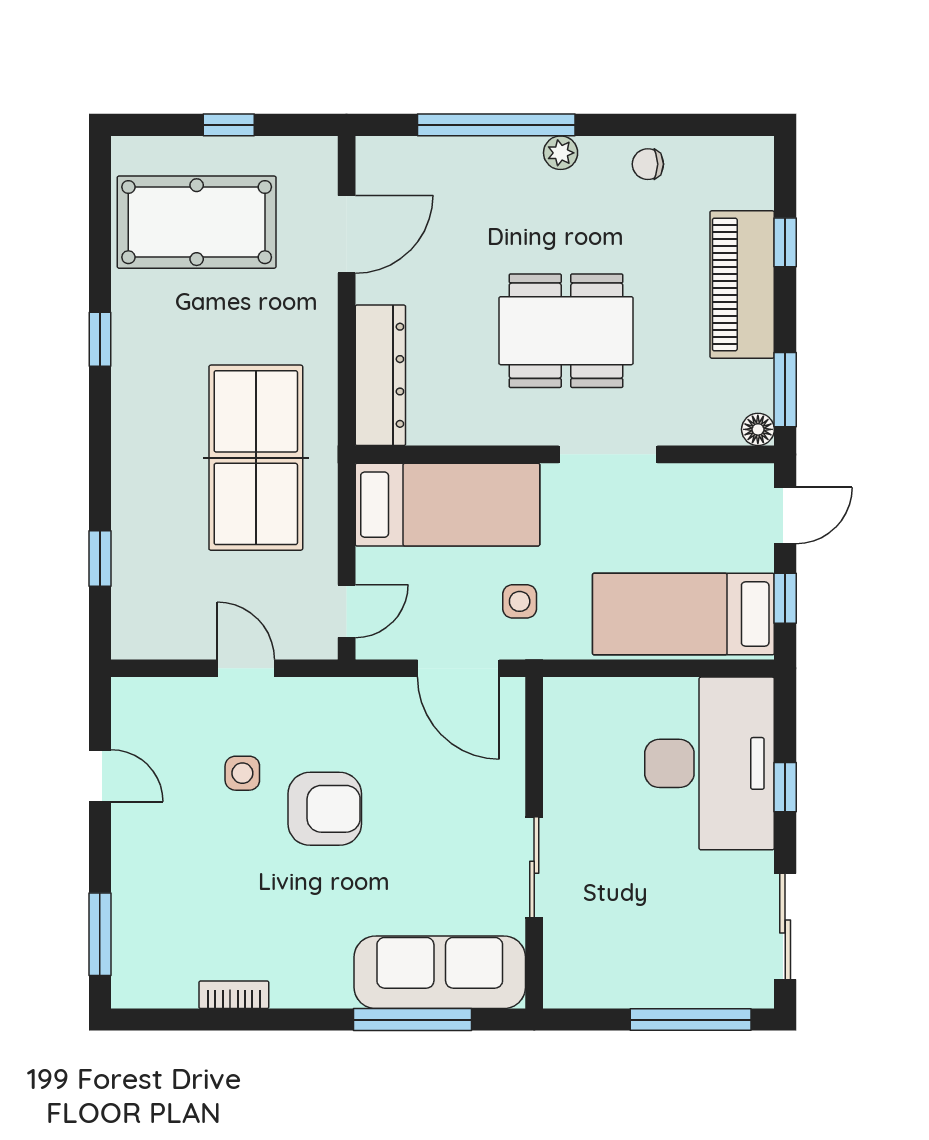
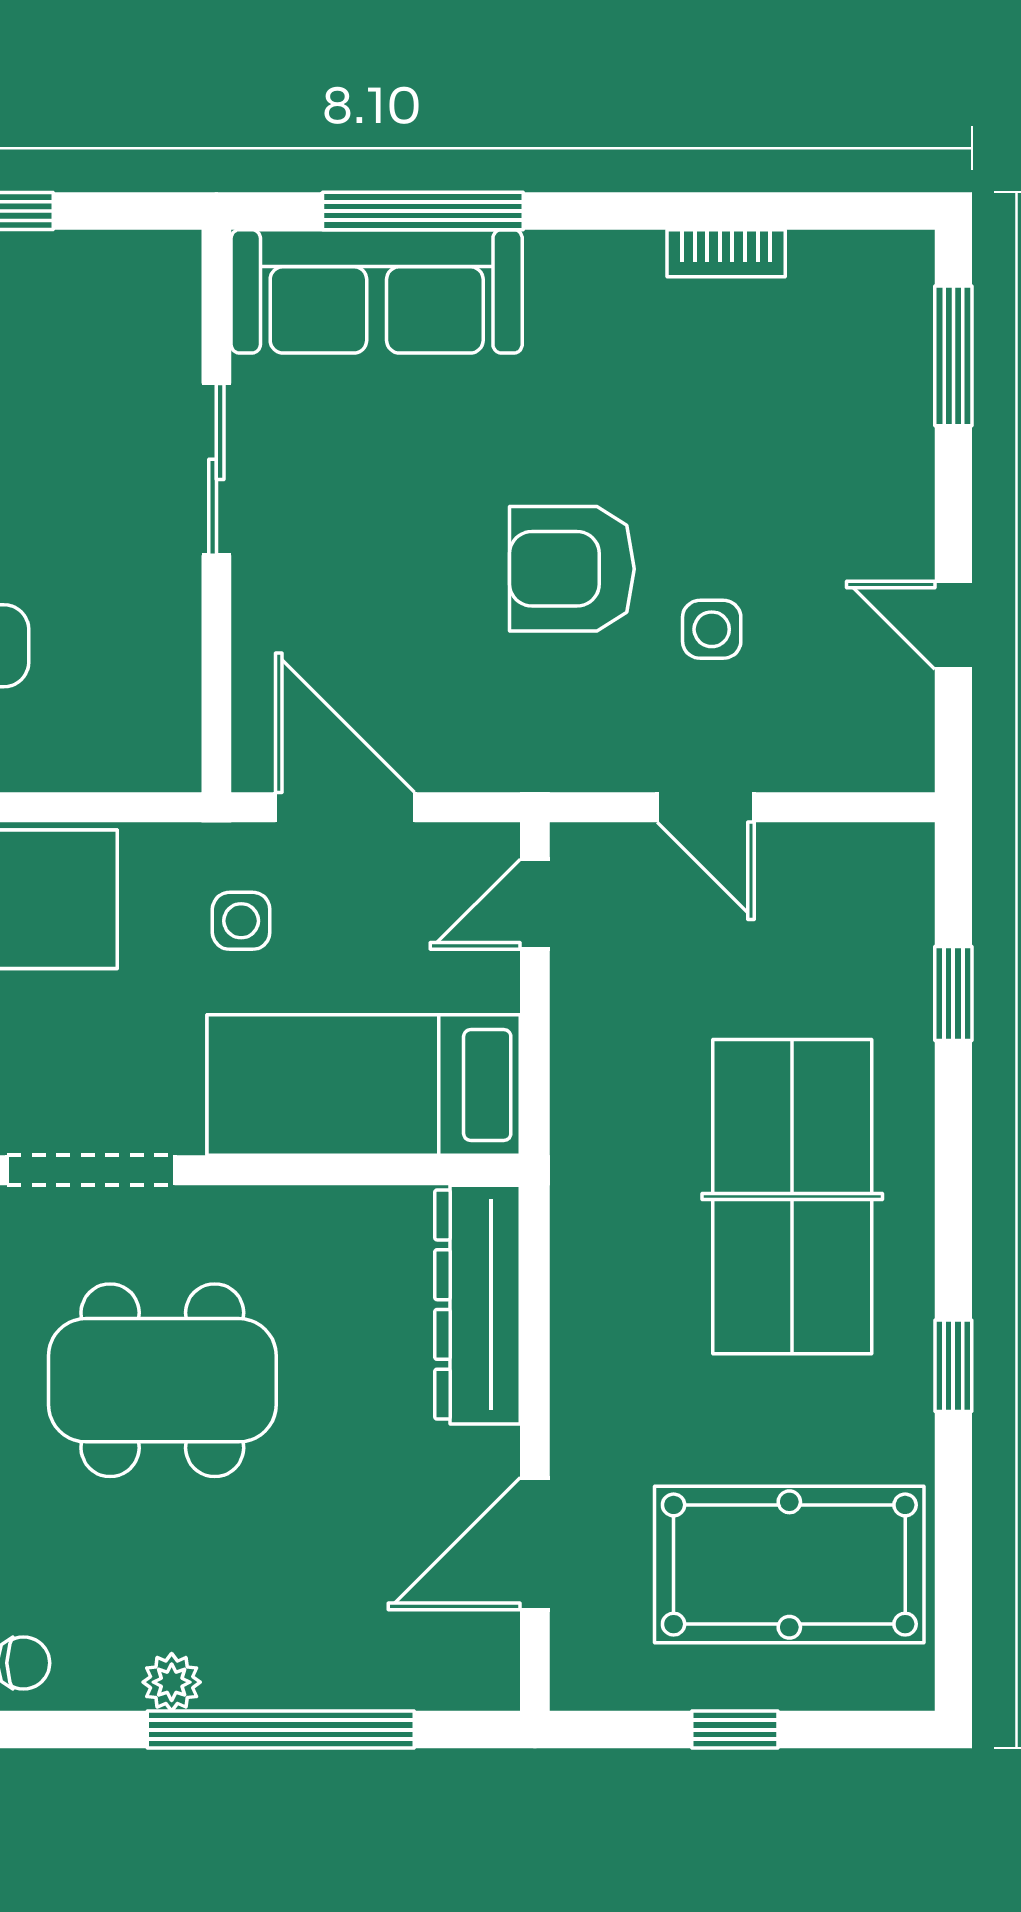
table tennis table: (256, 458) -> (792, 1197), moved

